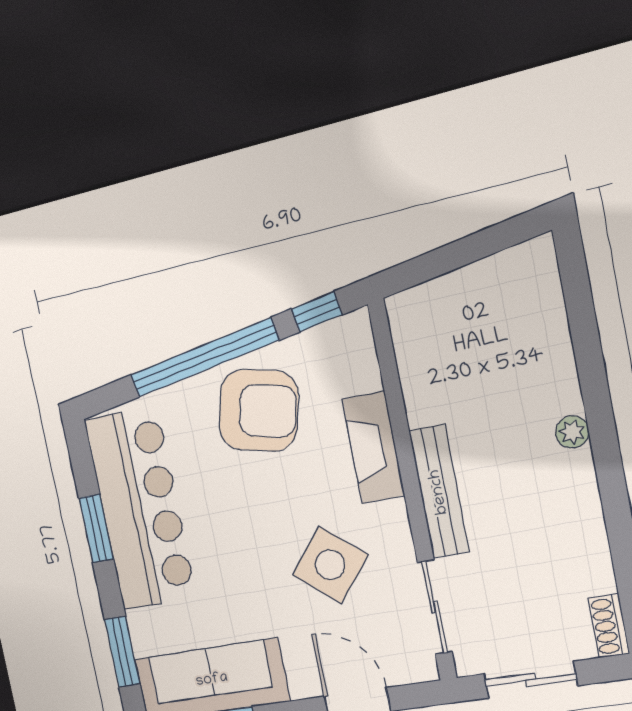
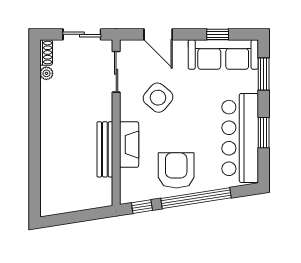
armchair: (258, 410) -> (176, 170), turned 76
plant: (572, 432) -> (46, 73), moved
bench: (439, 492) -> (105, 149), moved

